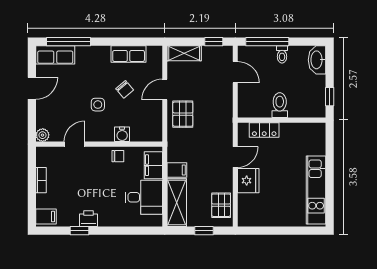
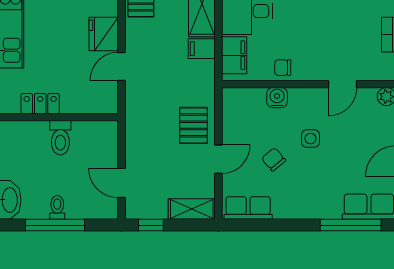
window: (267, 42) -> (55, 225), moved
row of seats: (129, 54) -> (248, 208), moved
locker: (264, 130) -> (40, 104), moved

